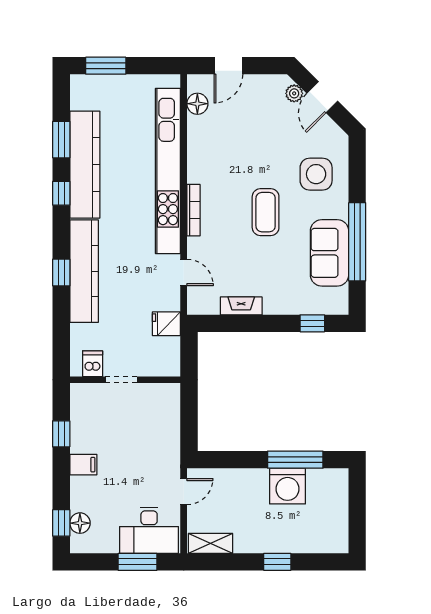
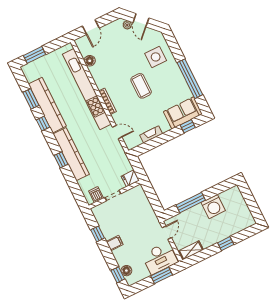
floor lamp: (197, 104) -> (90, 61), moved
sofa: (329, 253) -> (183, 113), moved, turned 90
fridge: (166, 324) -> (130, 178), moved
window: (295, 460) -> (191, 203), moved

